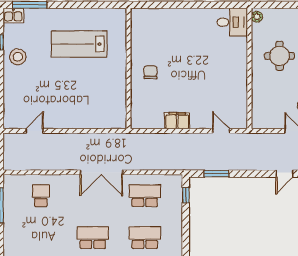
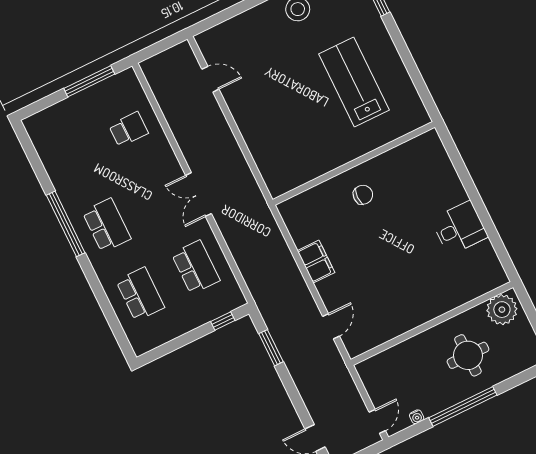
plant: (257, 17) -> (502, 310), width x1.88, depth x1.88
desk: (232, 22) -> (460, 228), moved, turned -90
double door: (101, 172) -> (198, 195), width x0.73

